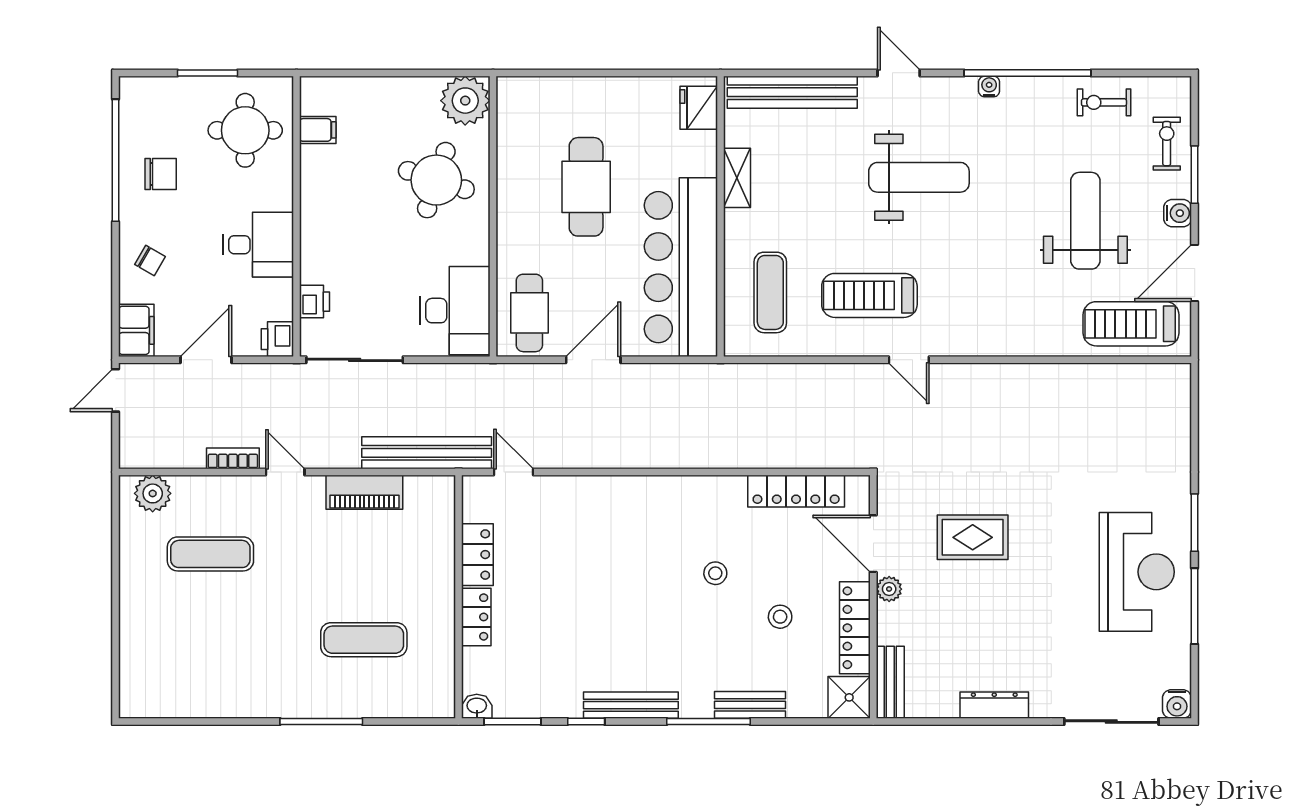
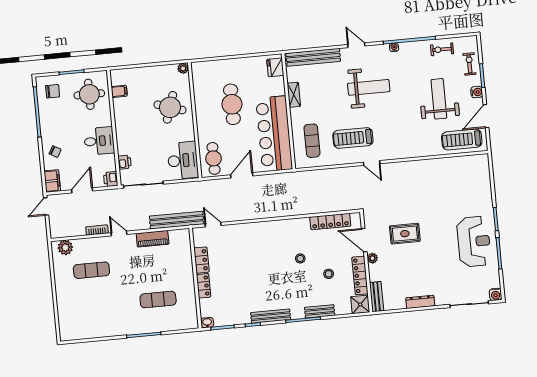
plant: (465, 101) -> (183, 68), width x0.53, depth x0.53
chair: (161, 174) -> (53, 91), moved

